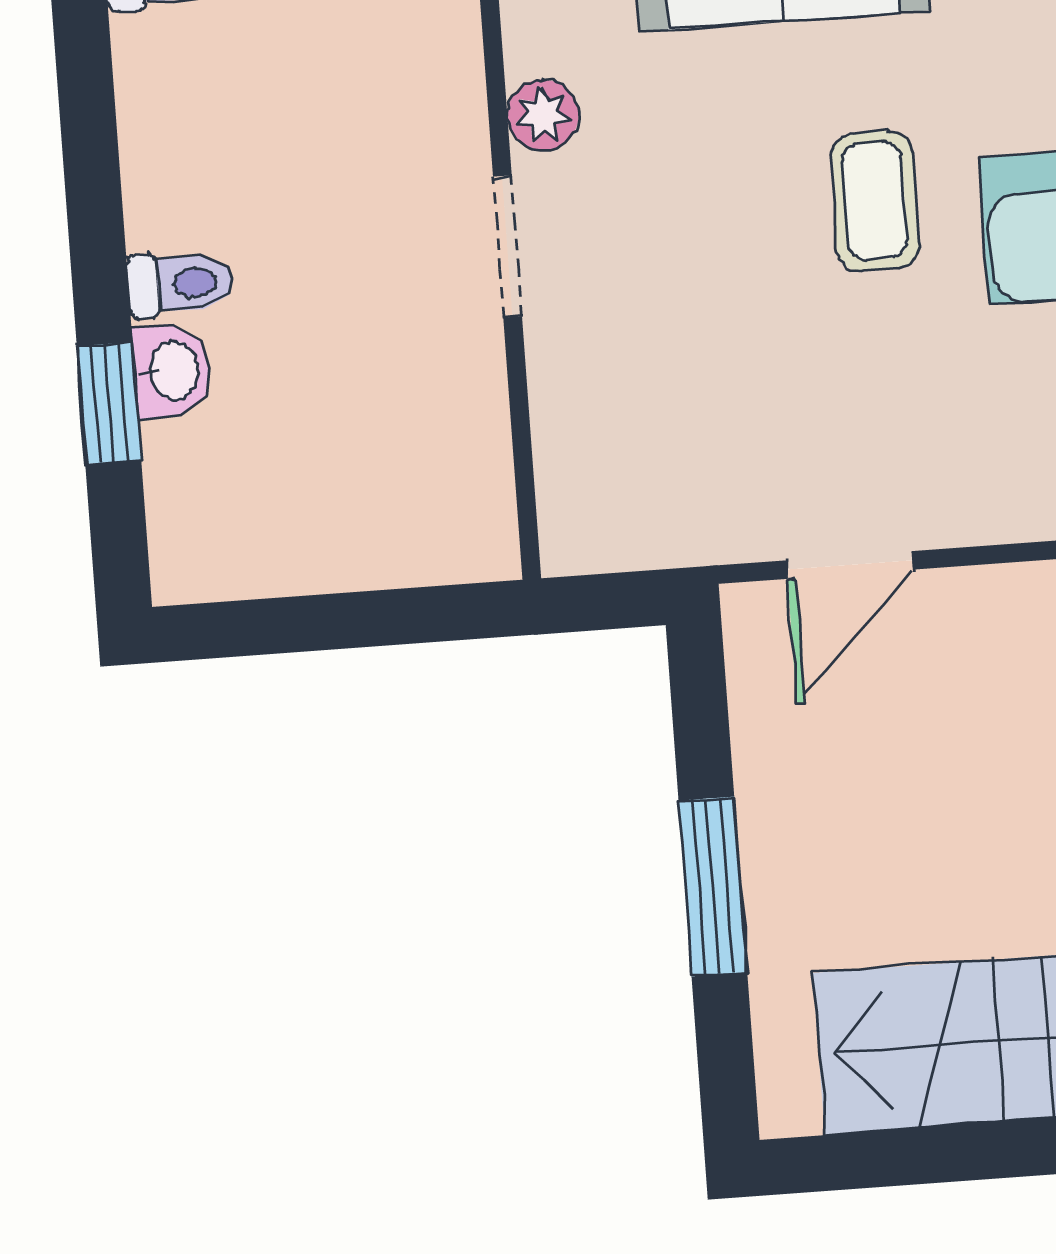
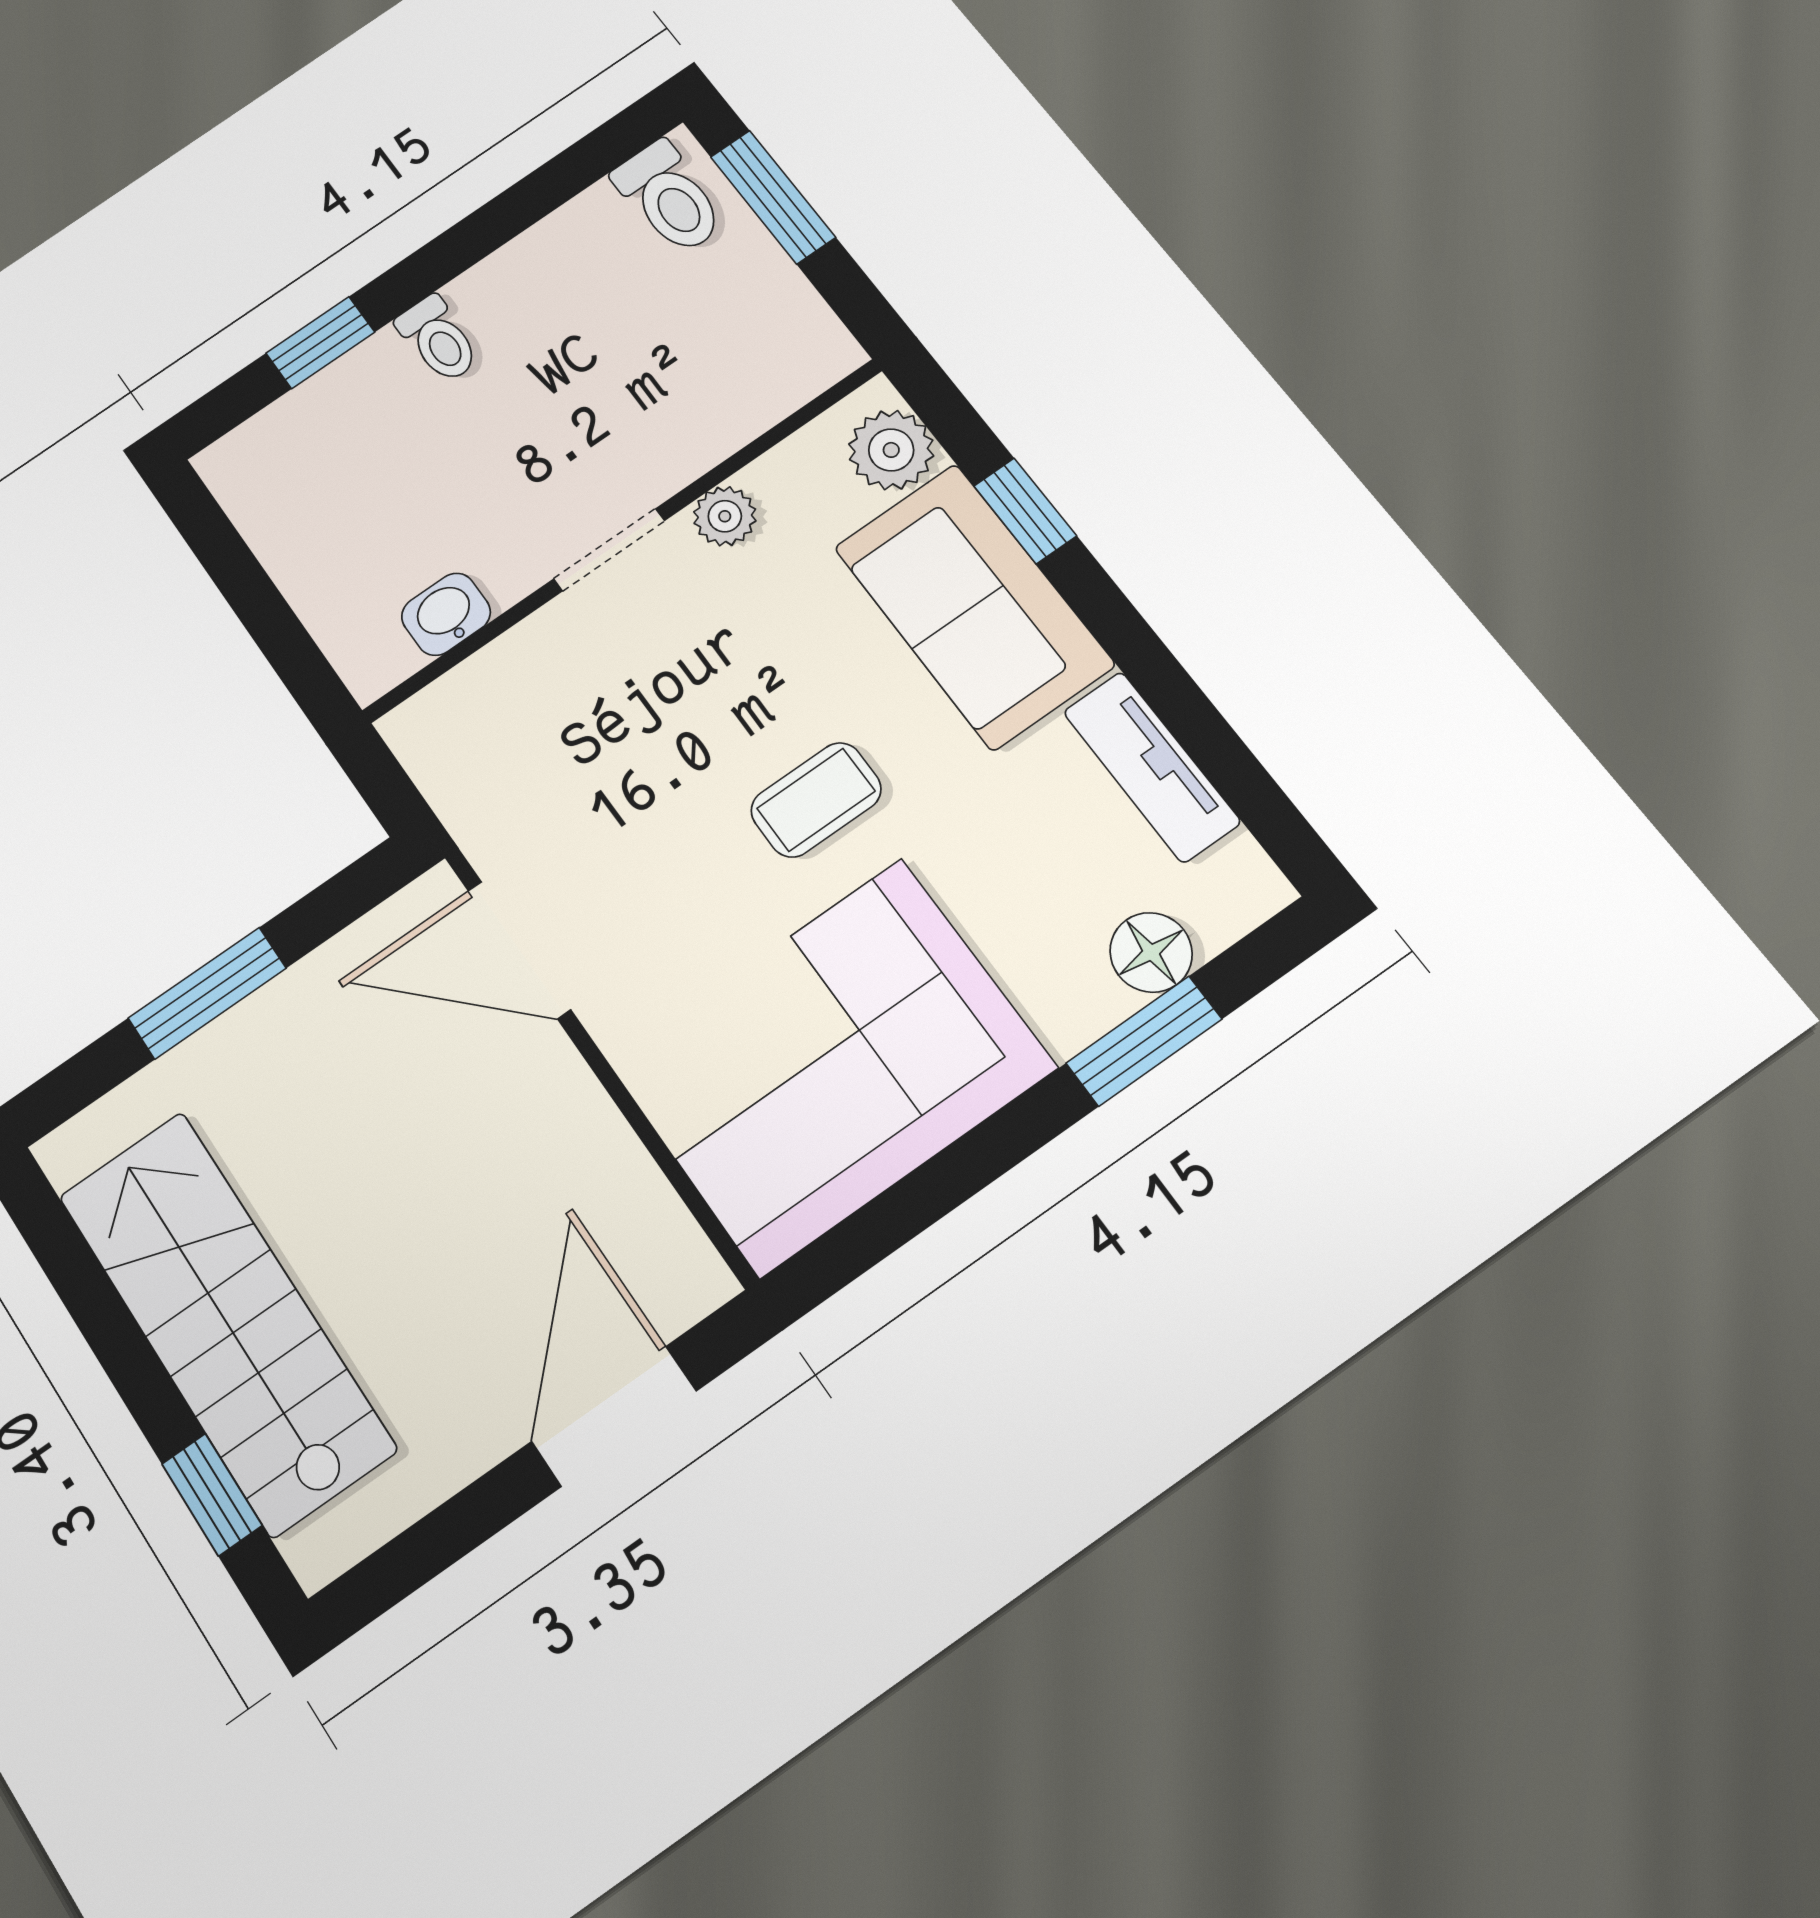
washbasin: (172, 370) -> (446, 614), moved, turned 180
door: (850, 565) -> (519, 950), width x1.38

